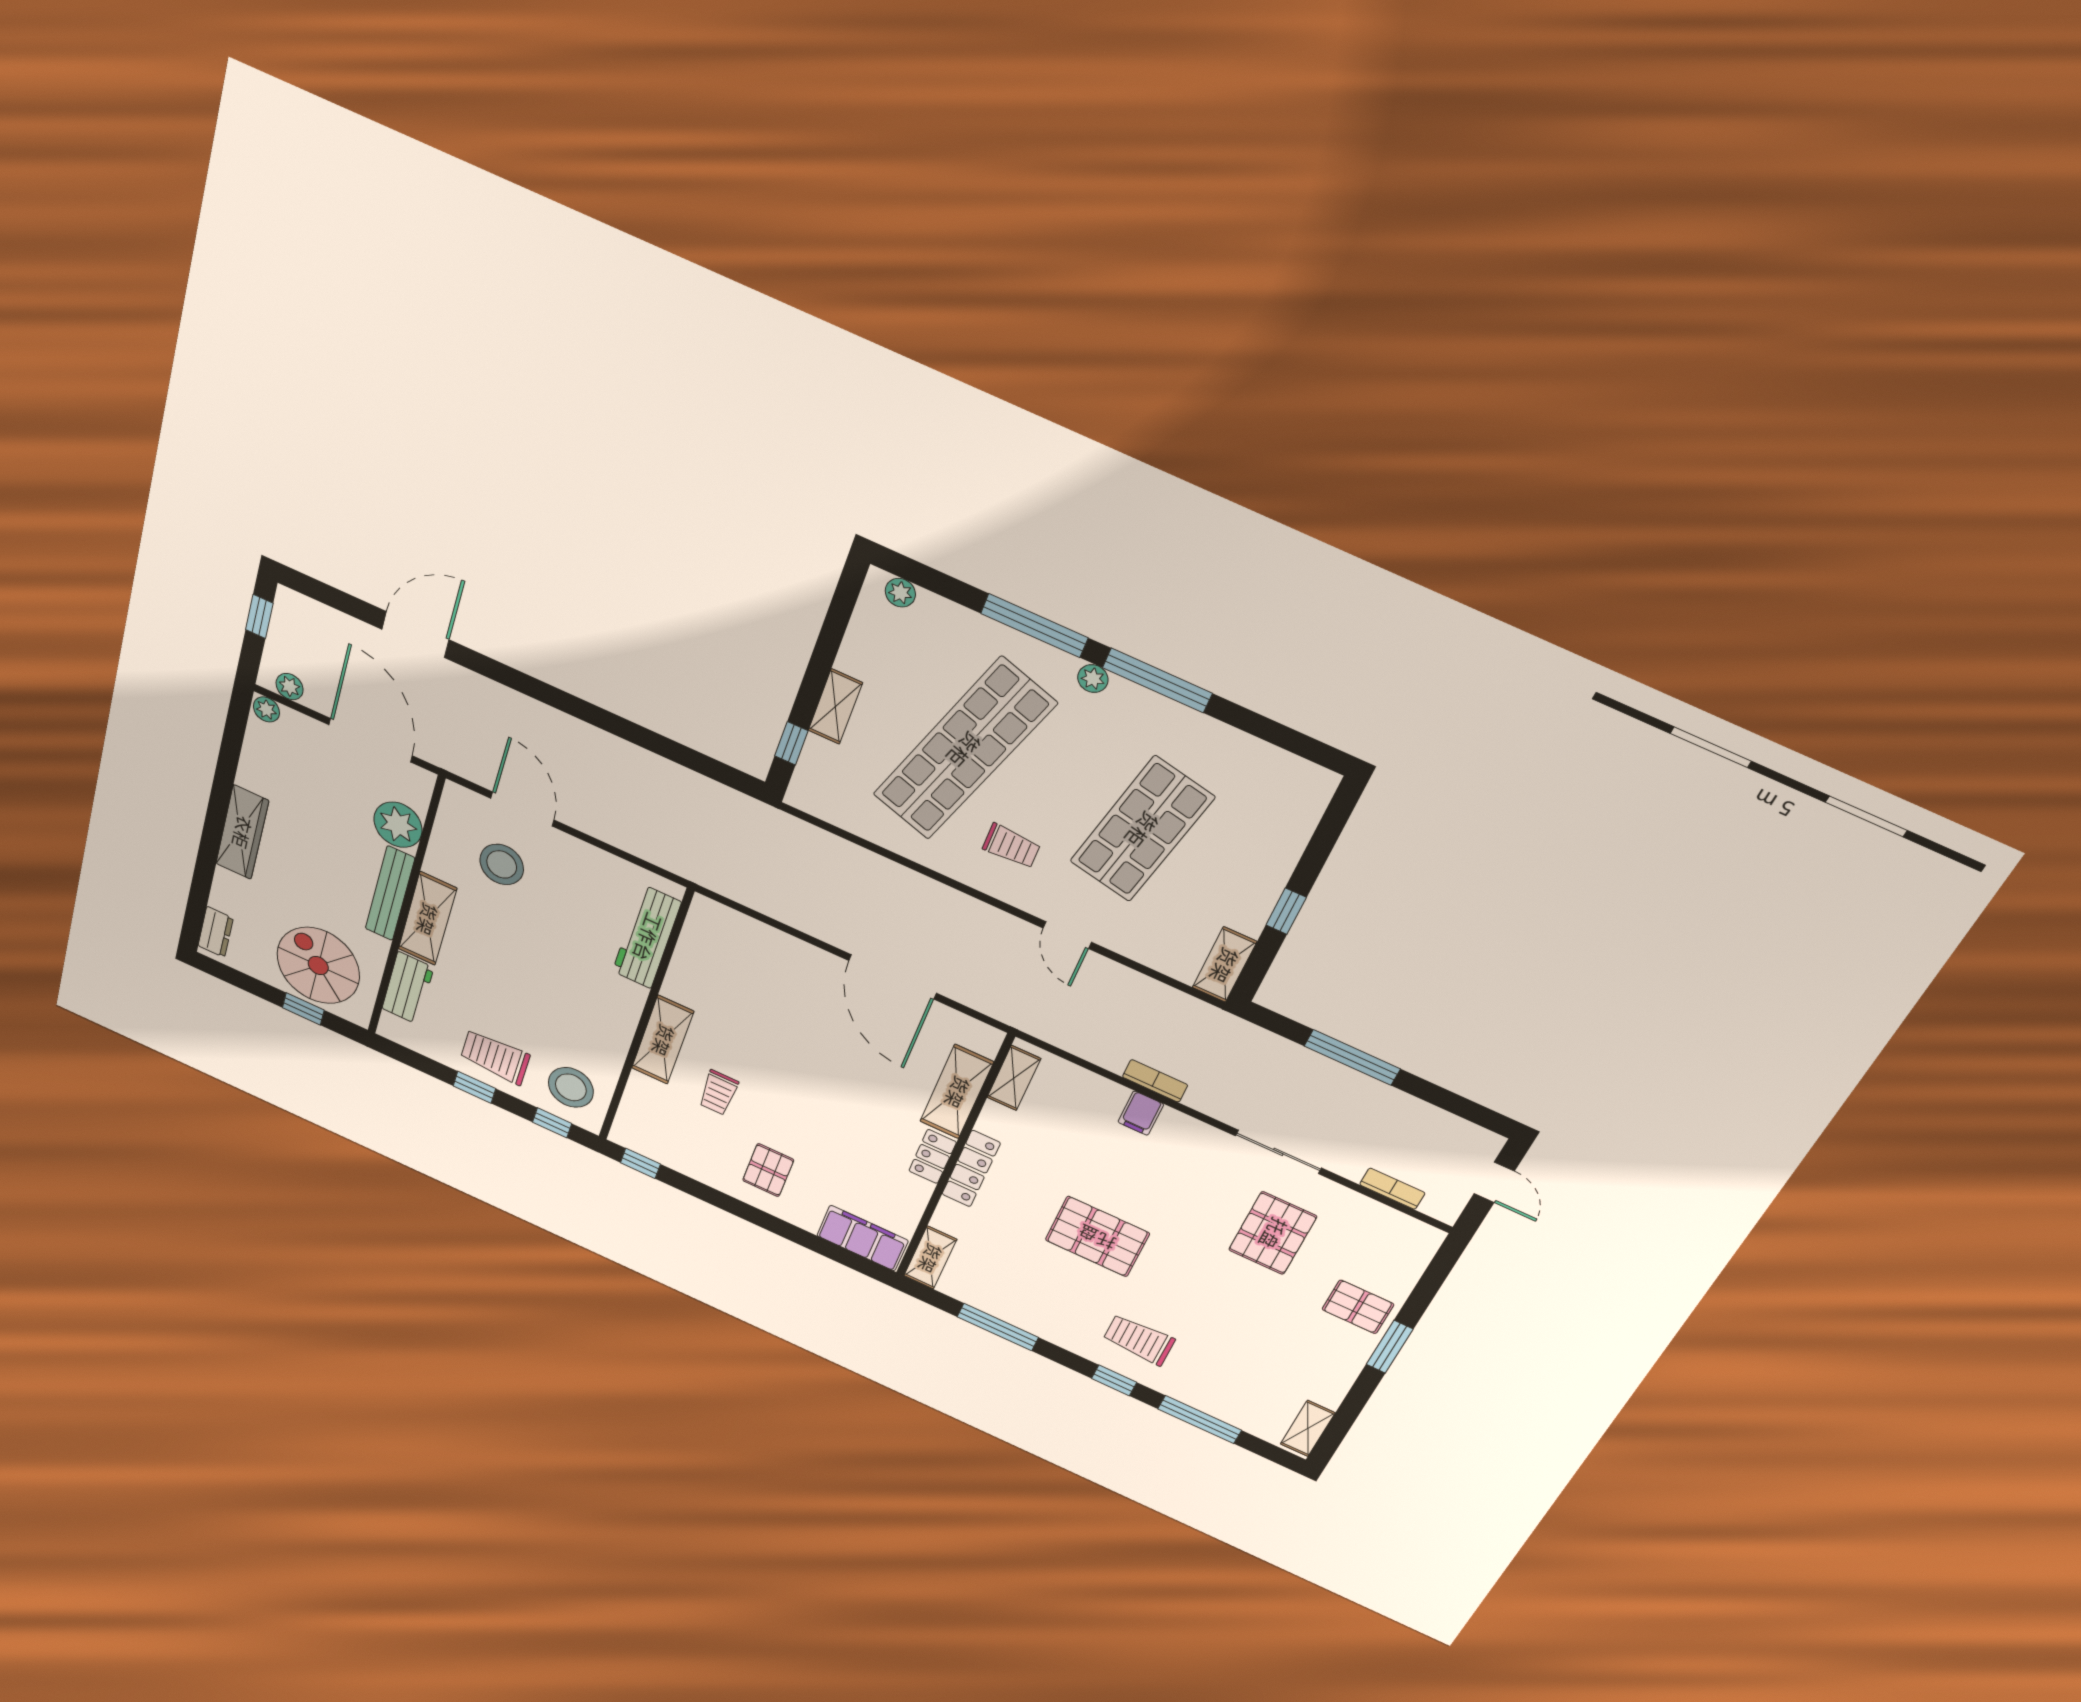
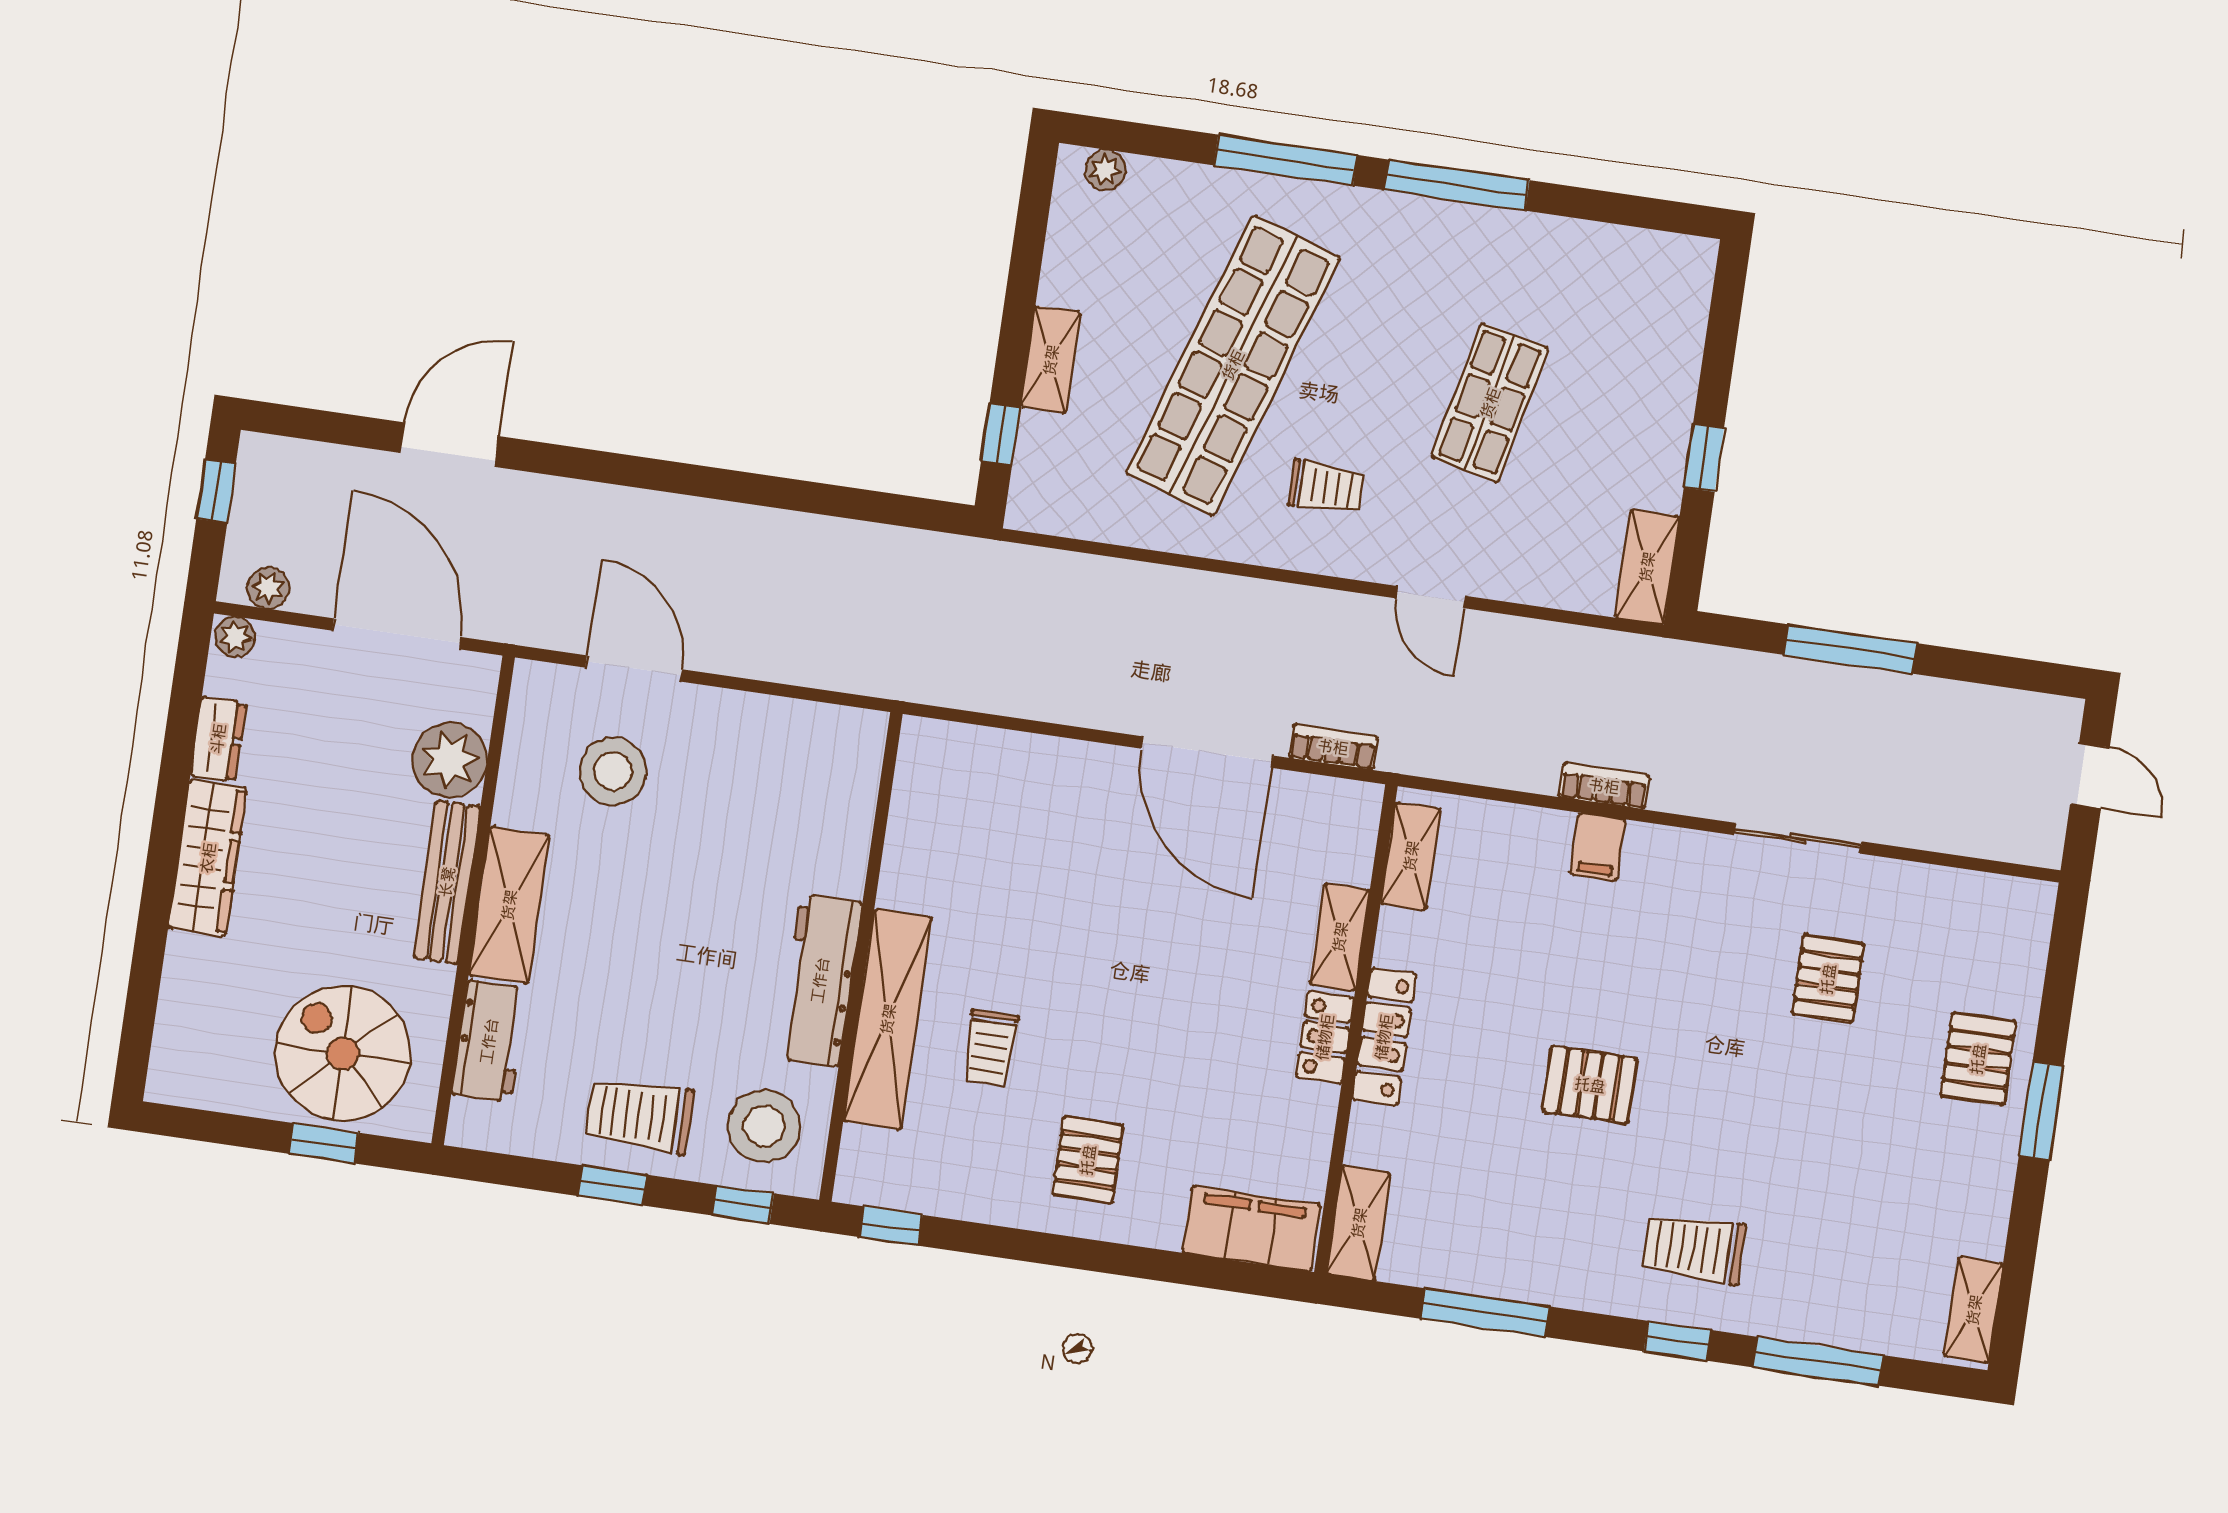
plant: (1093, 679) -> (1376, 209), removed
shop shelf: (1142, 829) -> (1490, 403), width x0.70, depth x0.74
dresser: (216, 932) -> (218, 739), moved
workbench: (647, 937) -> (820, 980), moved
shelving: (663, 1040) -> (888, 1019), width x1.47
shelving: (957, 1092) -> (1340, 937), width x0.67, depth x0.75
bookcase: (1392, 1189) -> (1333, 747), moved
pallet: (1273, 1233) -> (1828, 979), width x0.67, depth x0.71
pallet: (1097, 1237) -> (1590, 1085), width x0.67, depth x0.71
pallet: (1358, 1307) -> (1978, 1059), turned 90

